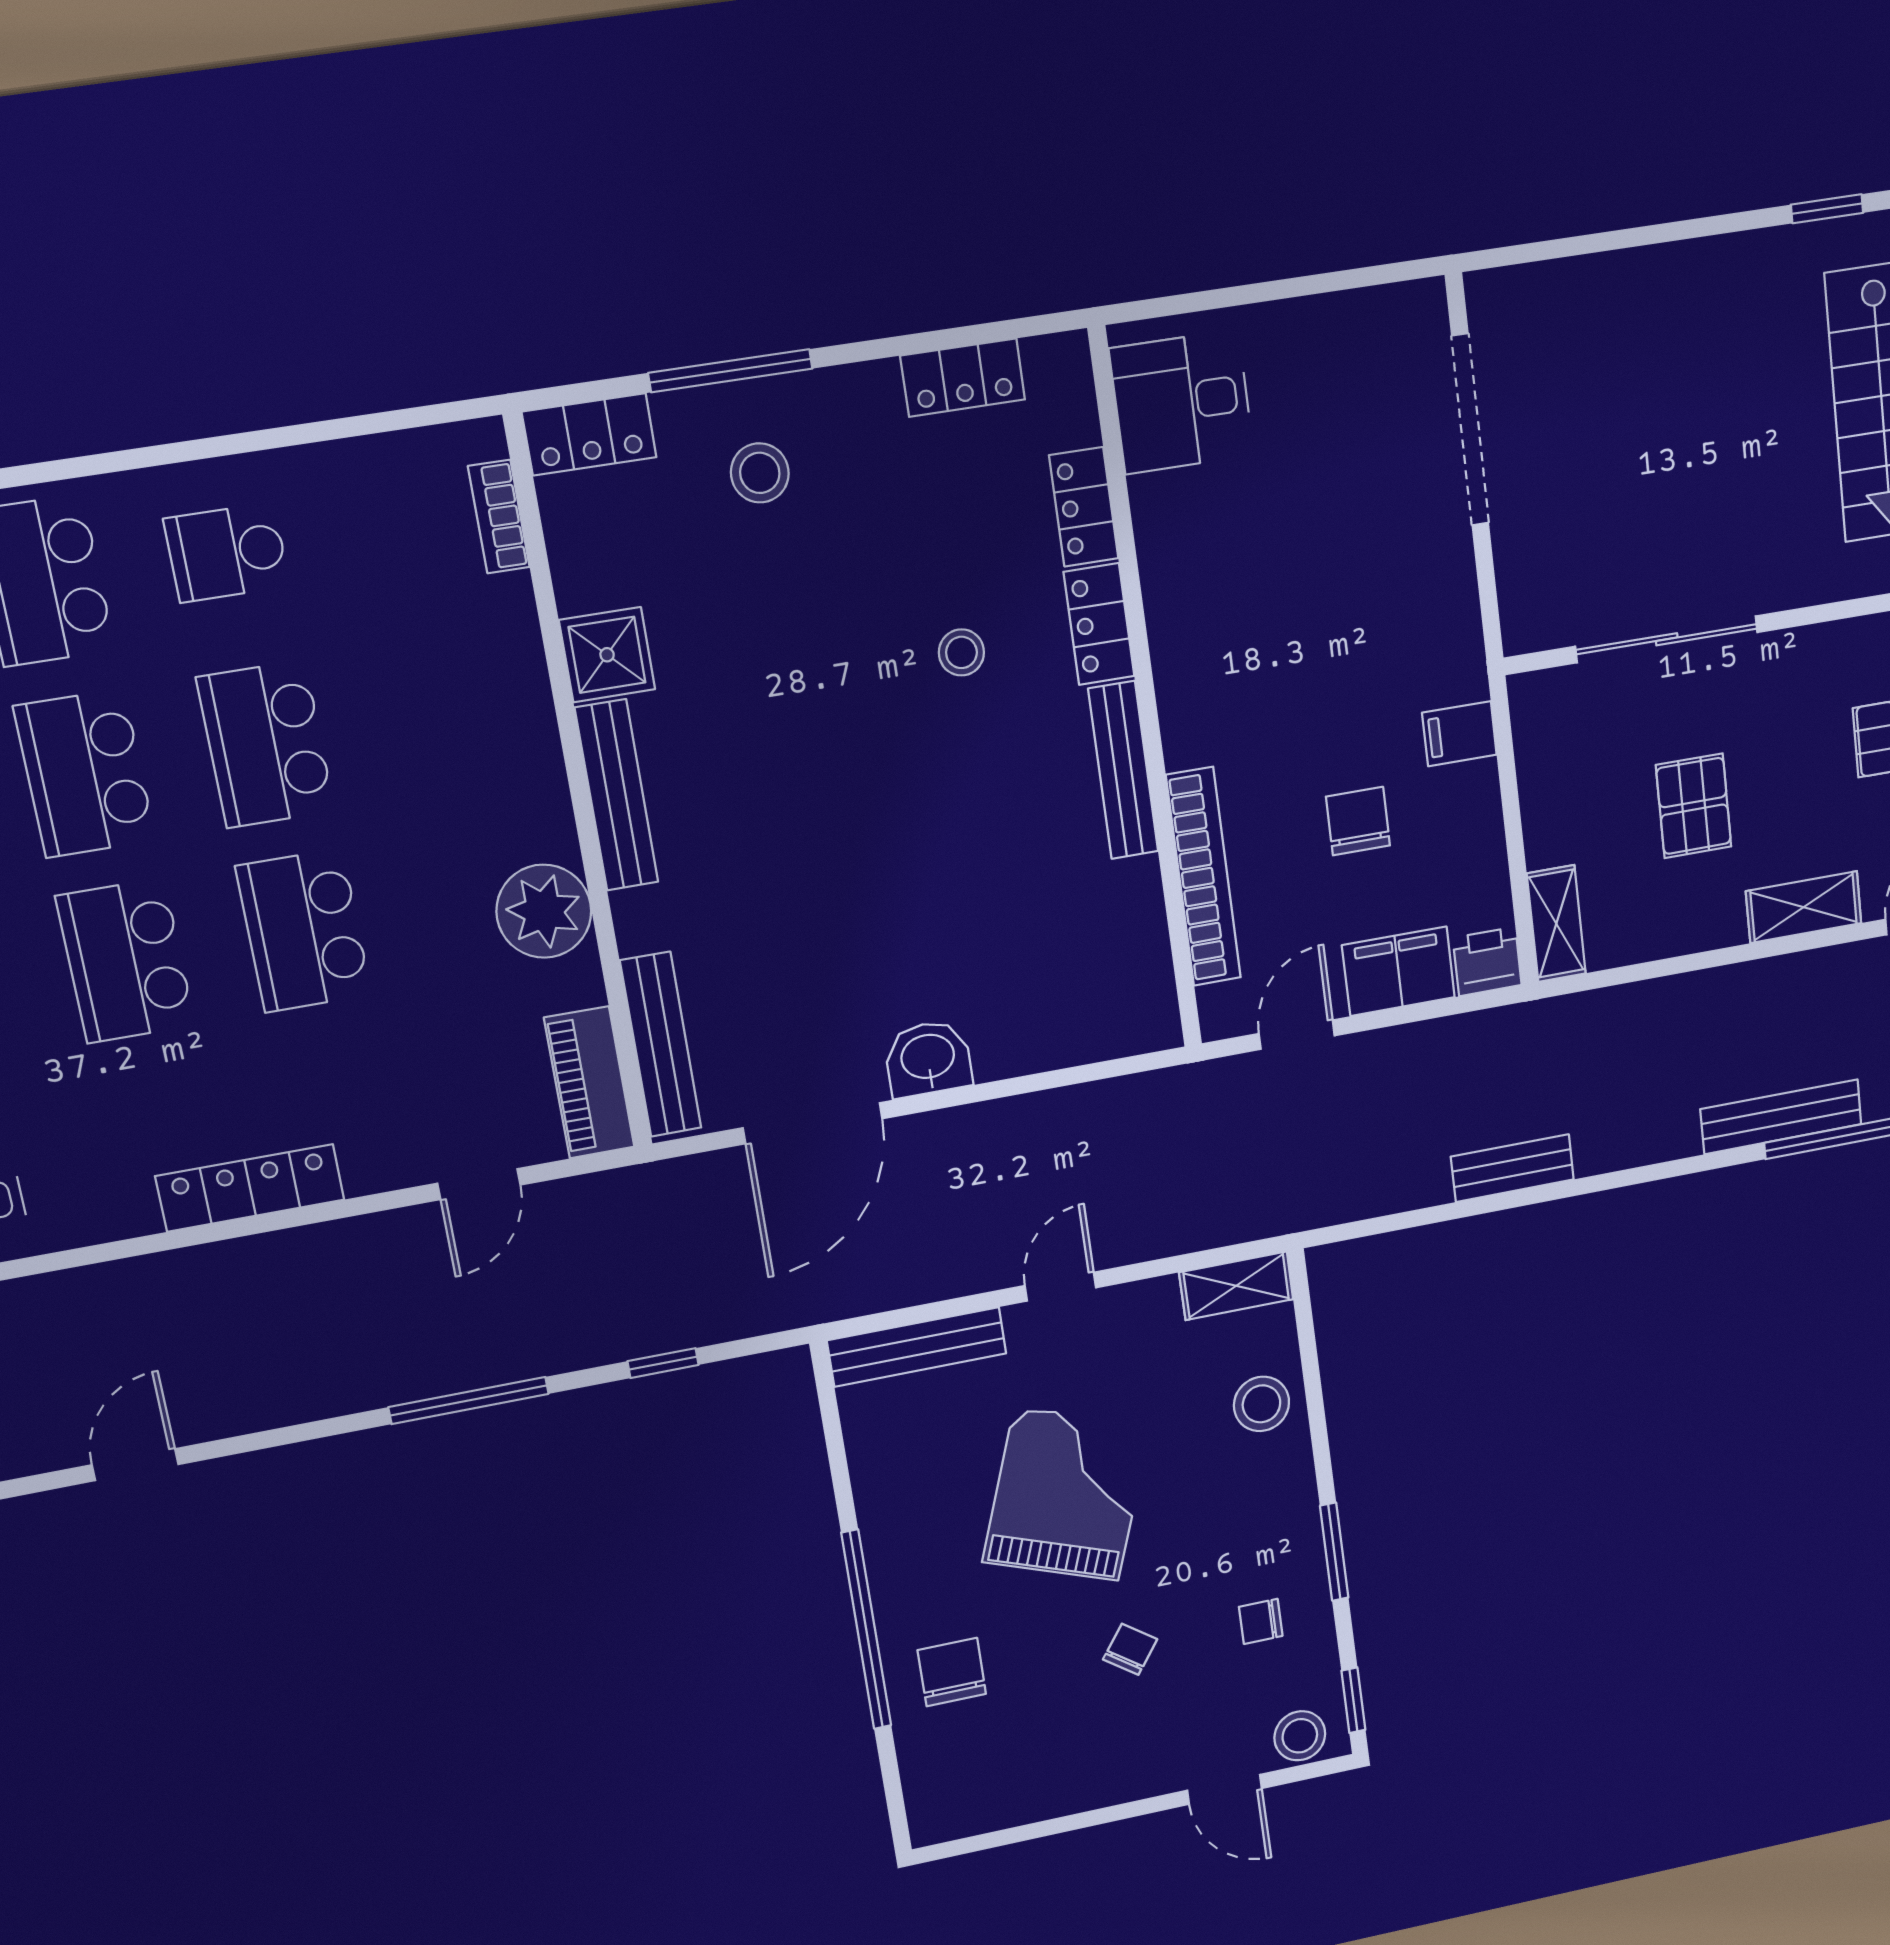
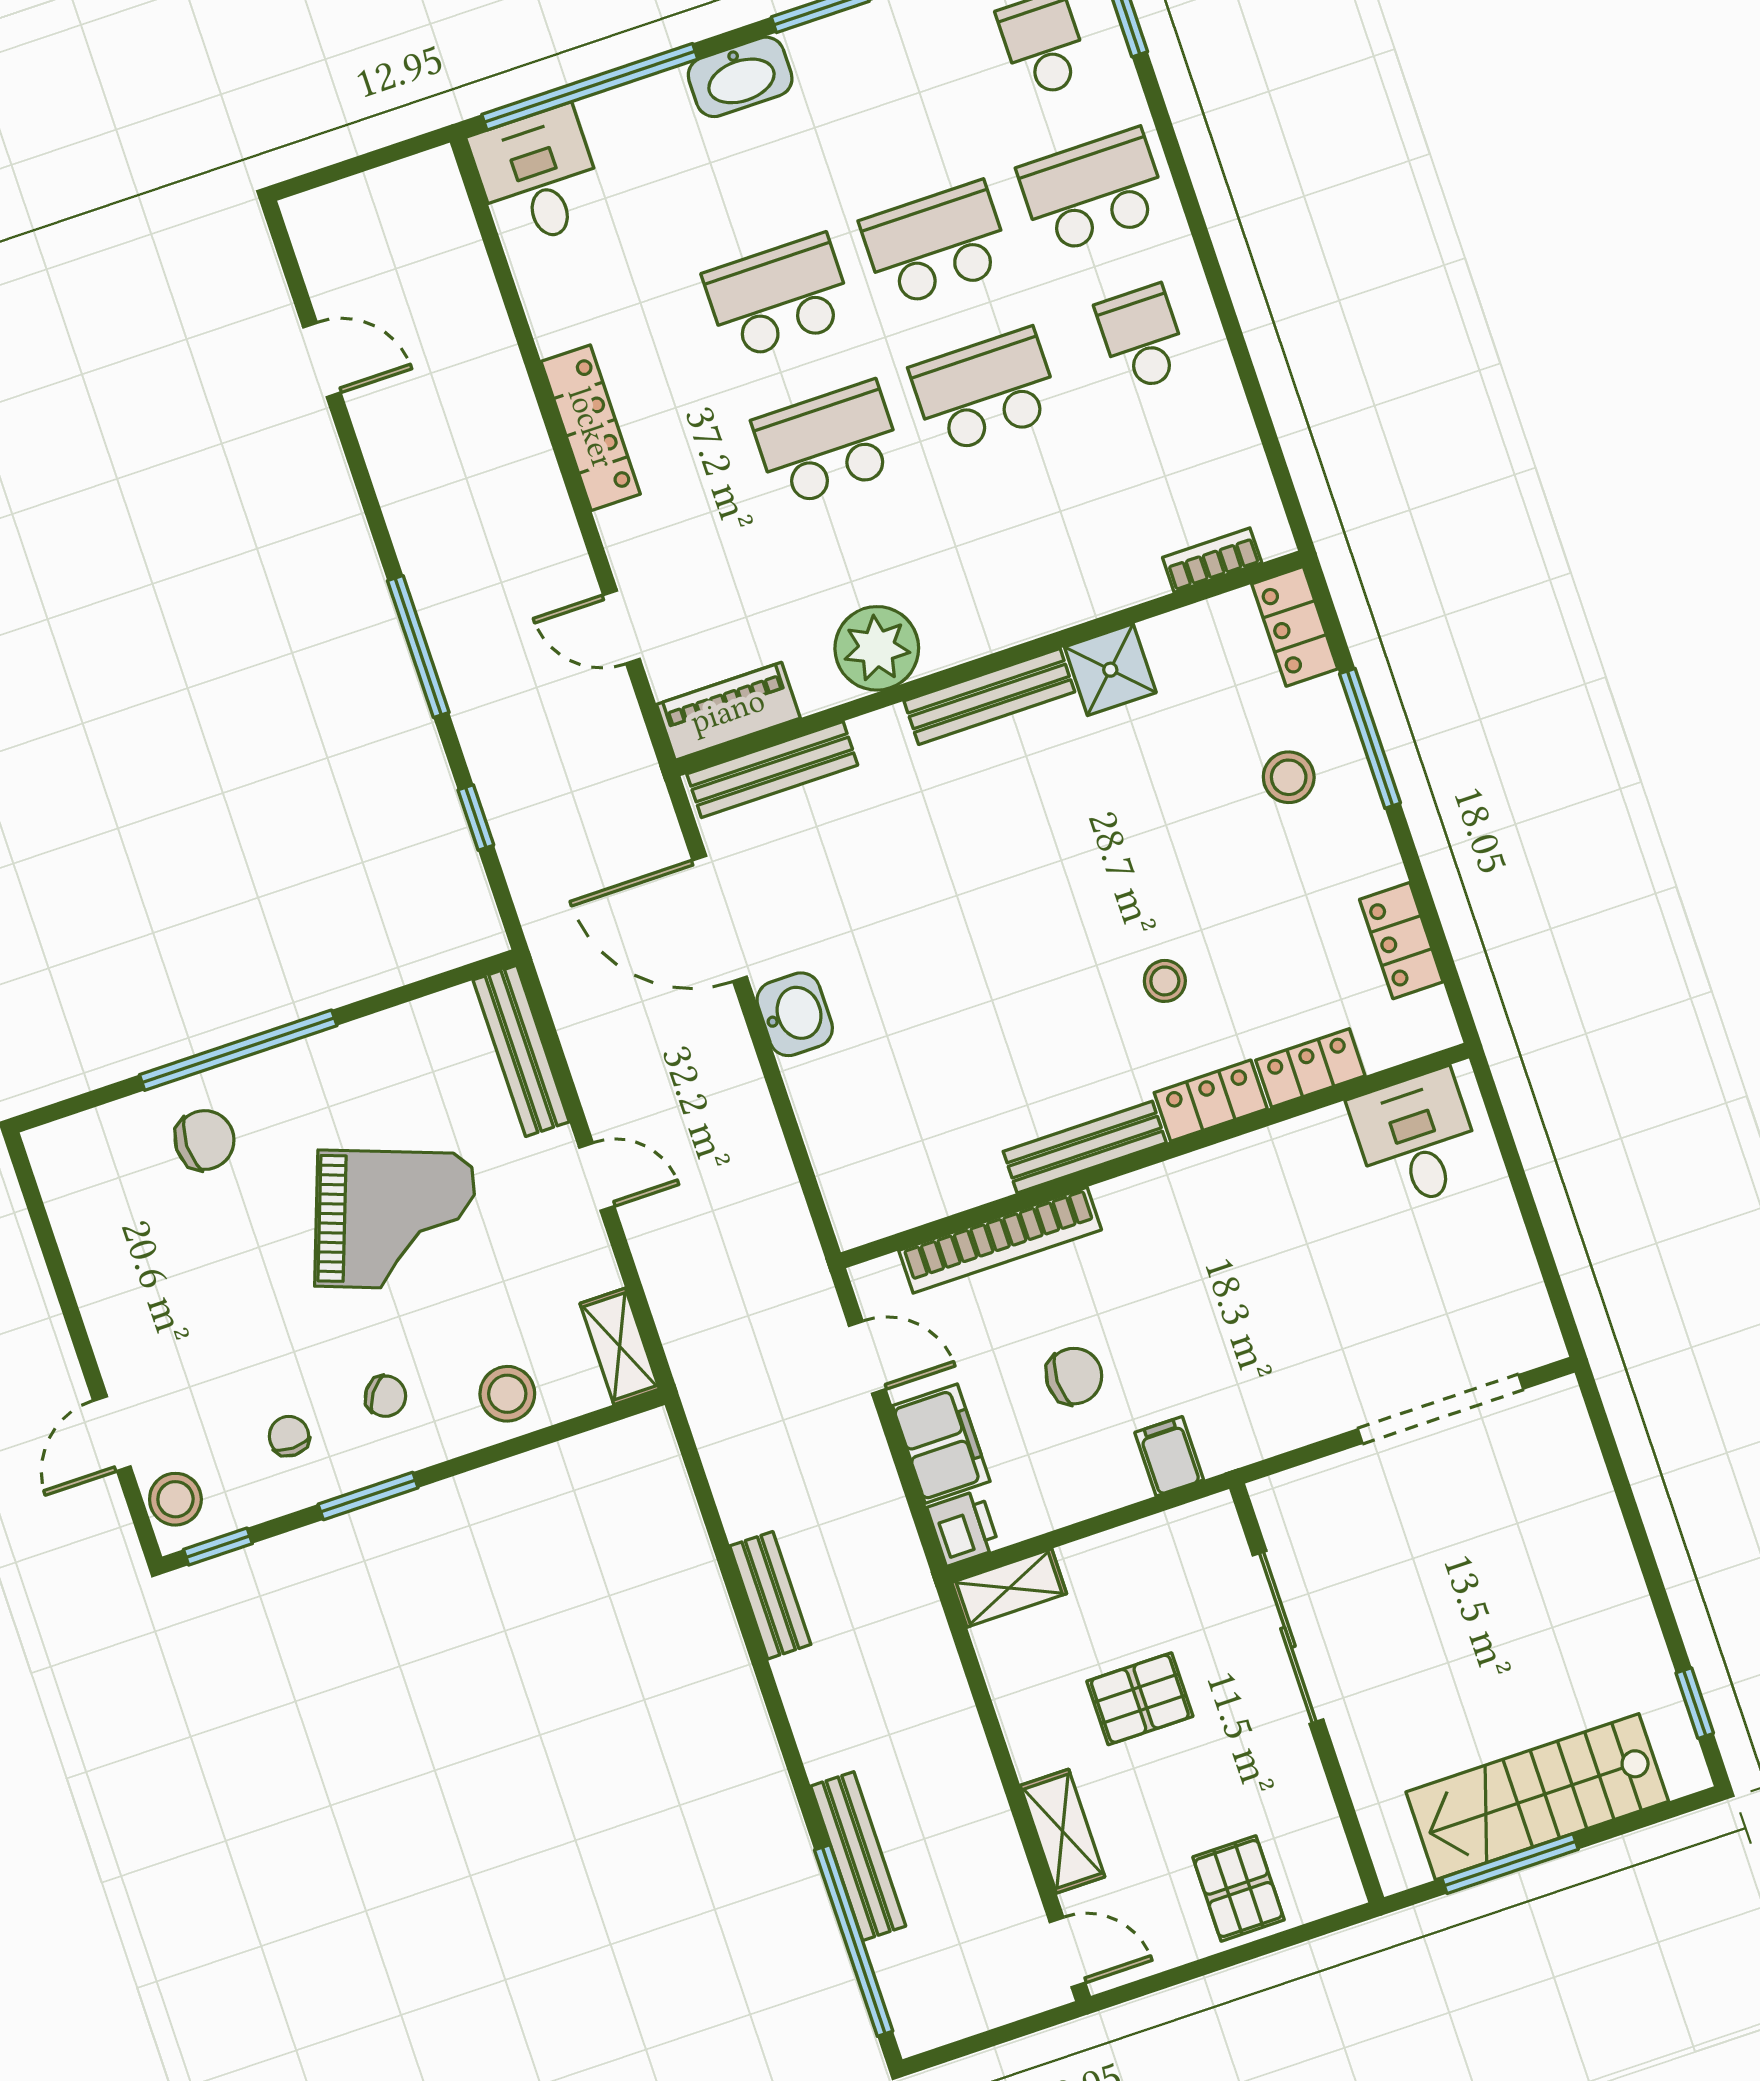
chair: (1130, 1649) -> (385, 1396), moved

